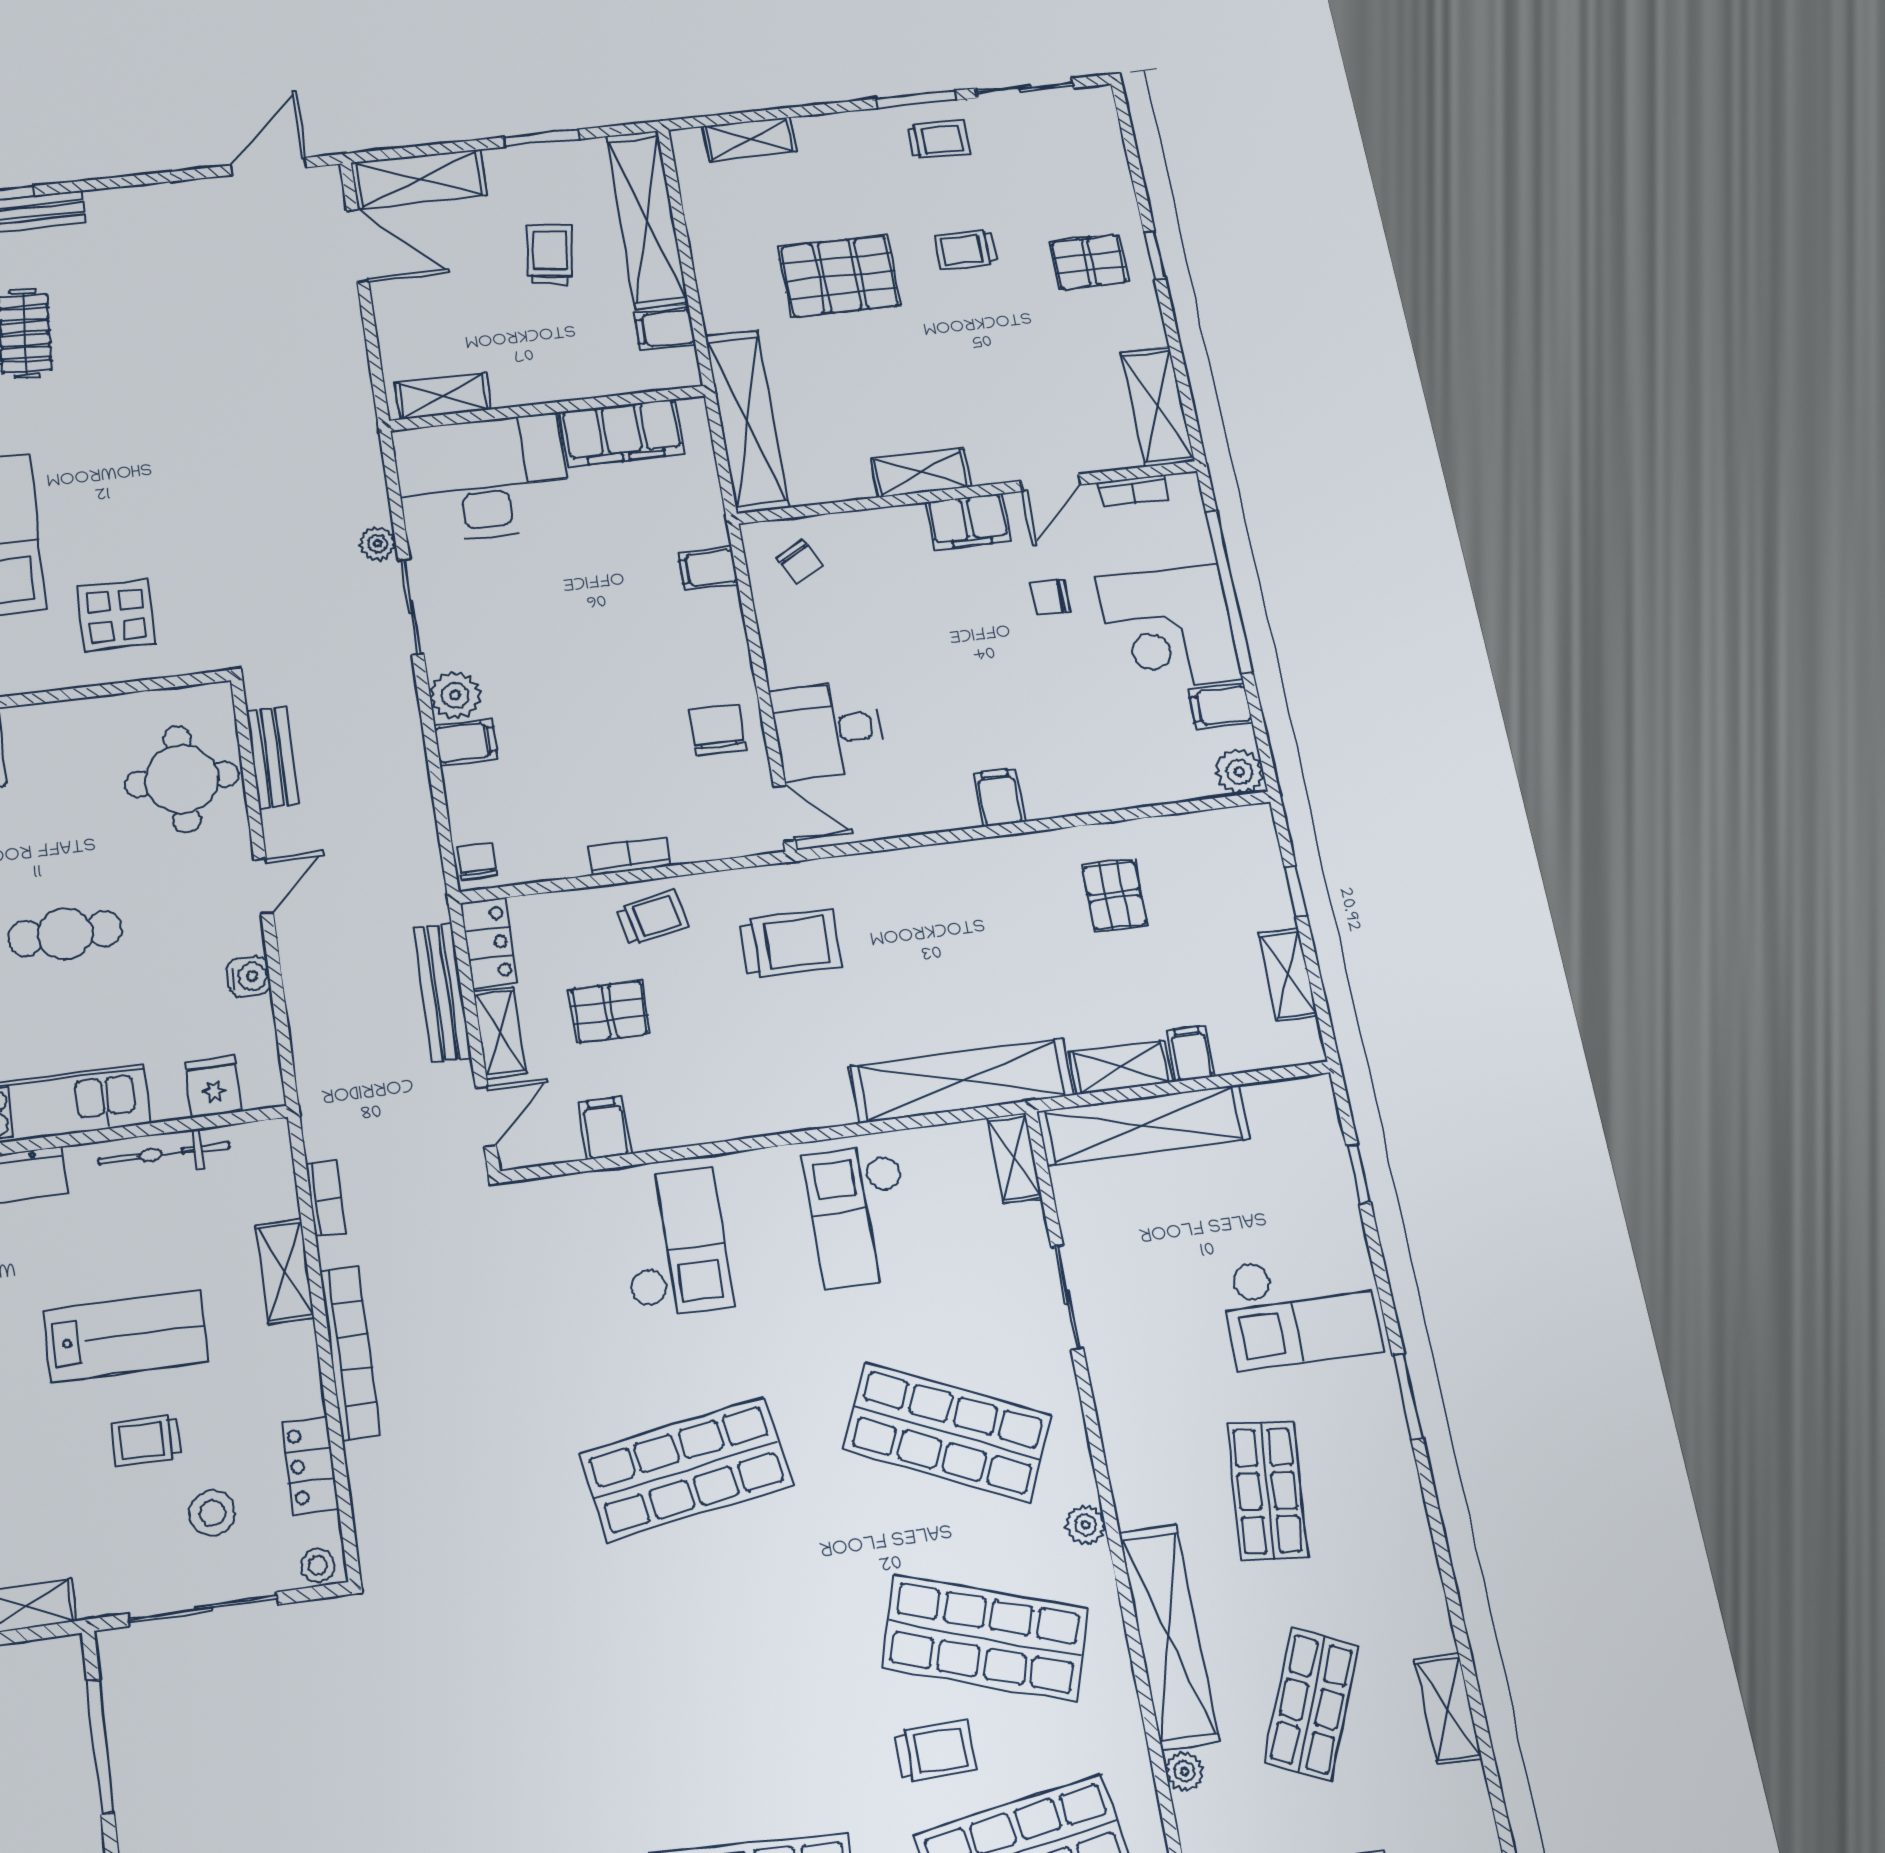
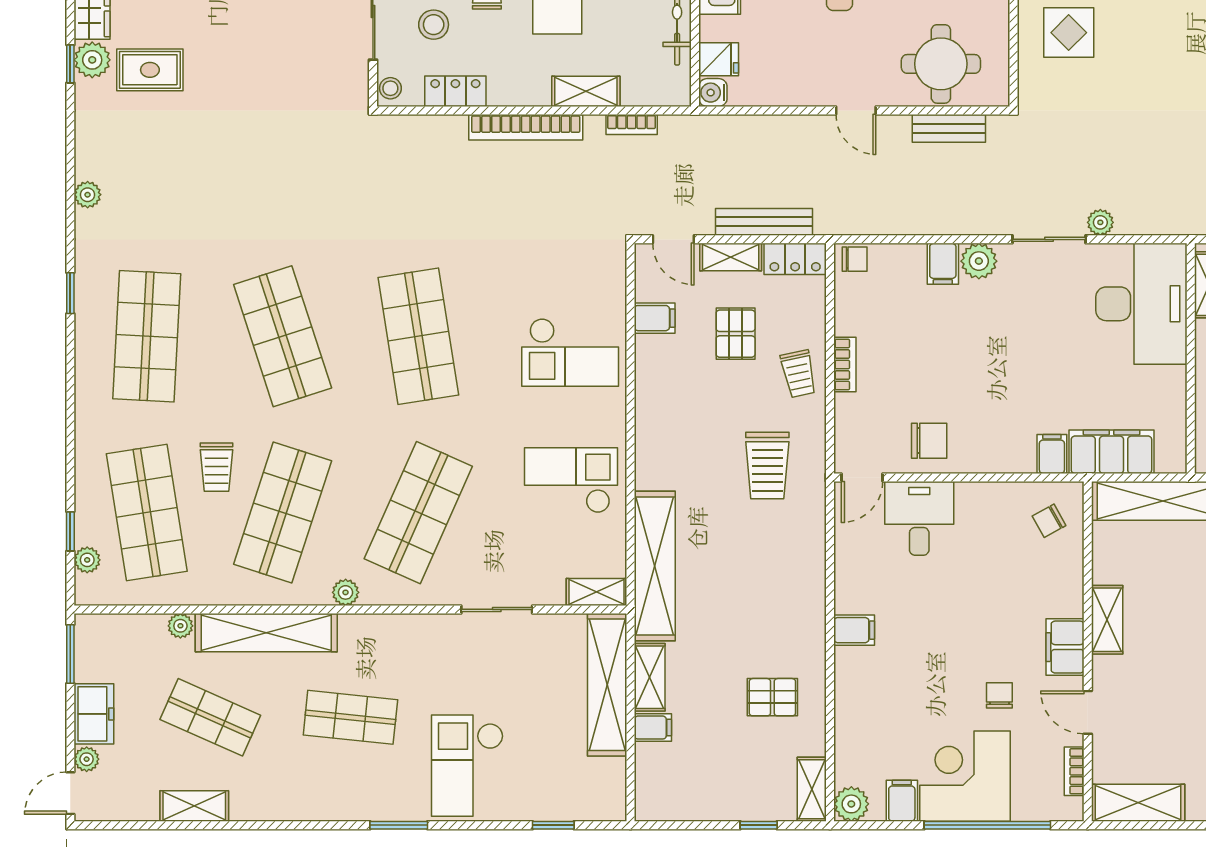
filing cabinet: (622, 433) -> (1111, 452), moved, turned 90
shelving: (1288, 975) -> (812, 789), moved, turned 90
water cooler: (249, 977) -> (713, 93), moved, turned 90
shop shelf: (720, 1677) -> (283, 336), added

